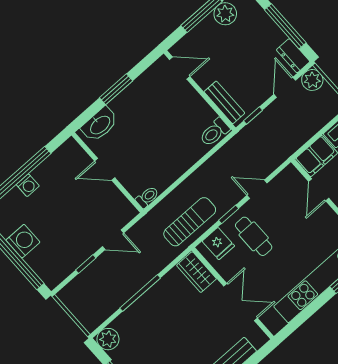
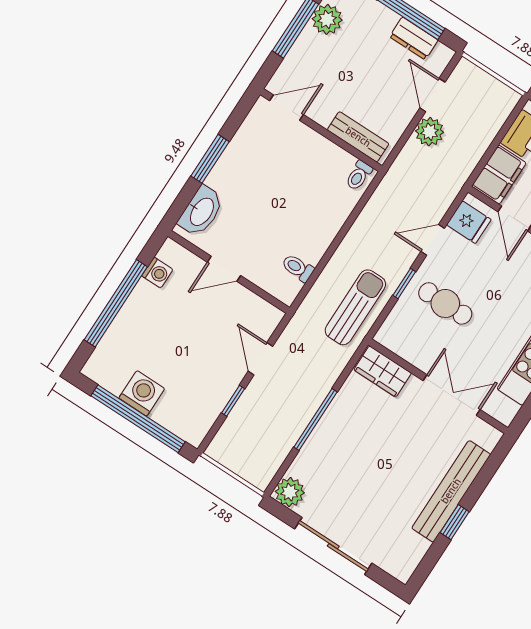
dresser: (293, 56) -> (414, 38), moved
plant: (312, 80) -> (430, 132), moved
window: (253, 115) -> (401, 144), removed
toilet: (214, 132) -> (359, 175), width x0.73, depth x0.72
washing machine: (28, 185) -> (157, 273), moved
toilet: (147, 197) -> (298, 268), moved, turned -90
door: (113, 240) -> (260, 359), swing flipped
fridge: (218, 244) -> (469, 222), moved

